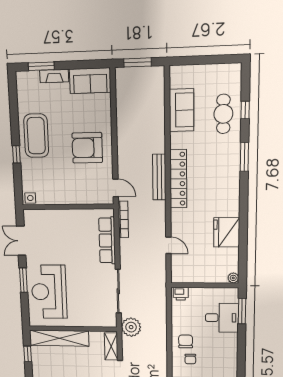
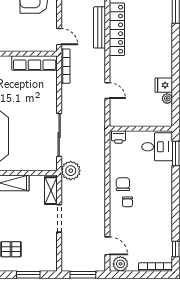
fridge: (227, 232) -> (164, 85), width x0.53, depth x0.75
row of seats: (107, 240) -> (35, 63), moved, turned -90
plant: (233, 278) -> (167, 99), moved
desk: (222, 318) -> (157, 147), moved

